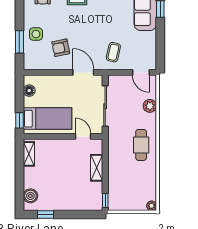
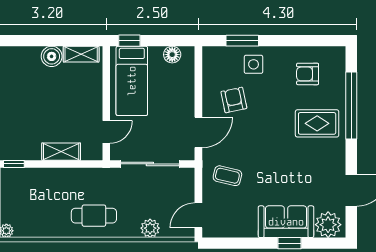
boiler: (30, 196) -> (52, 56), moved

